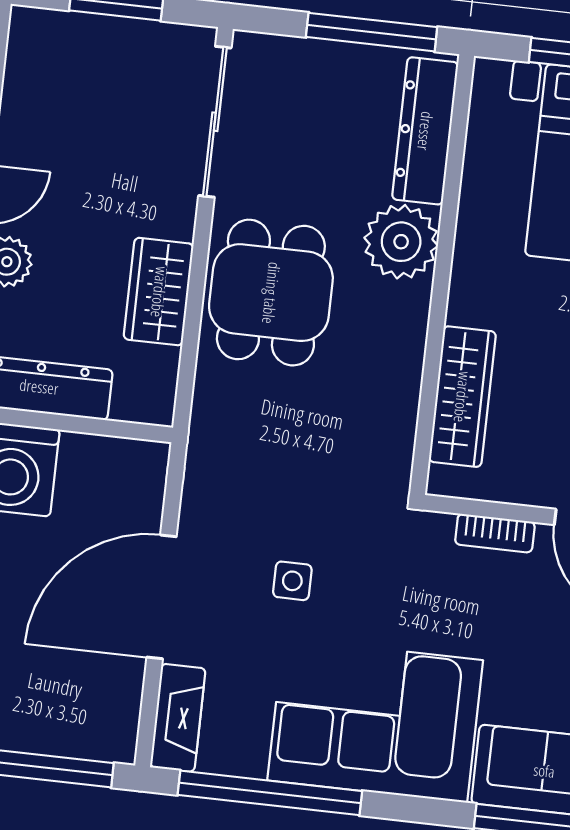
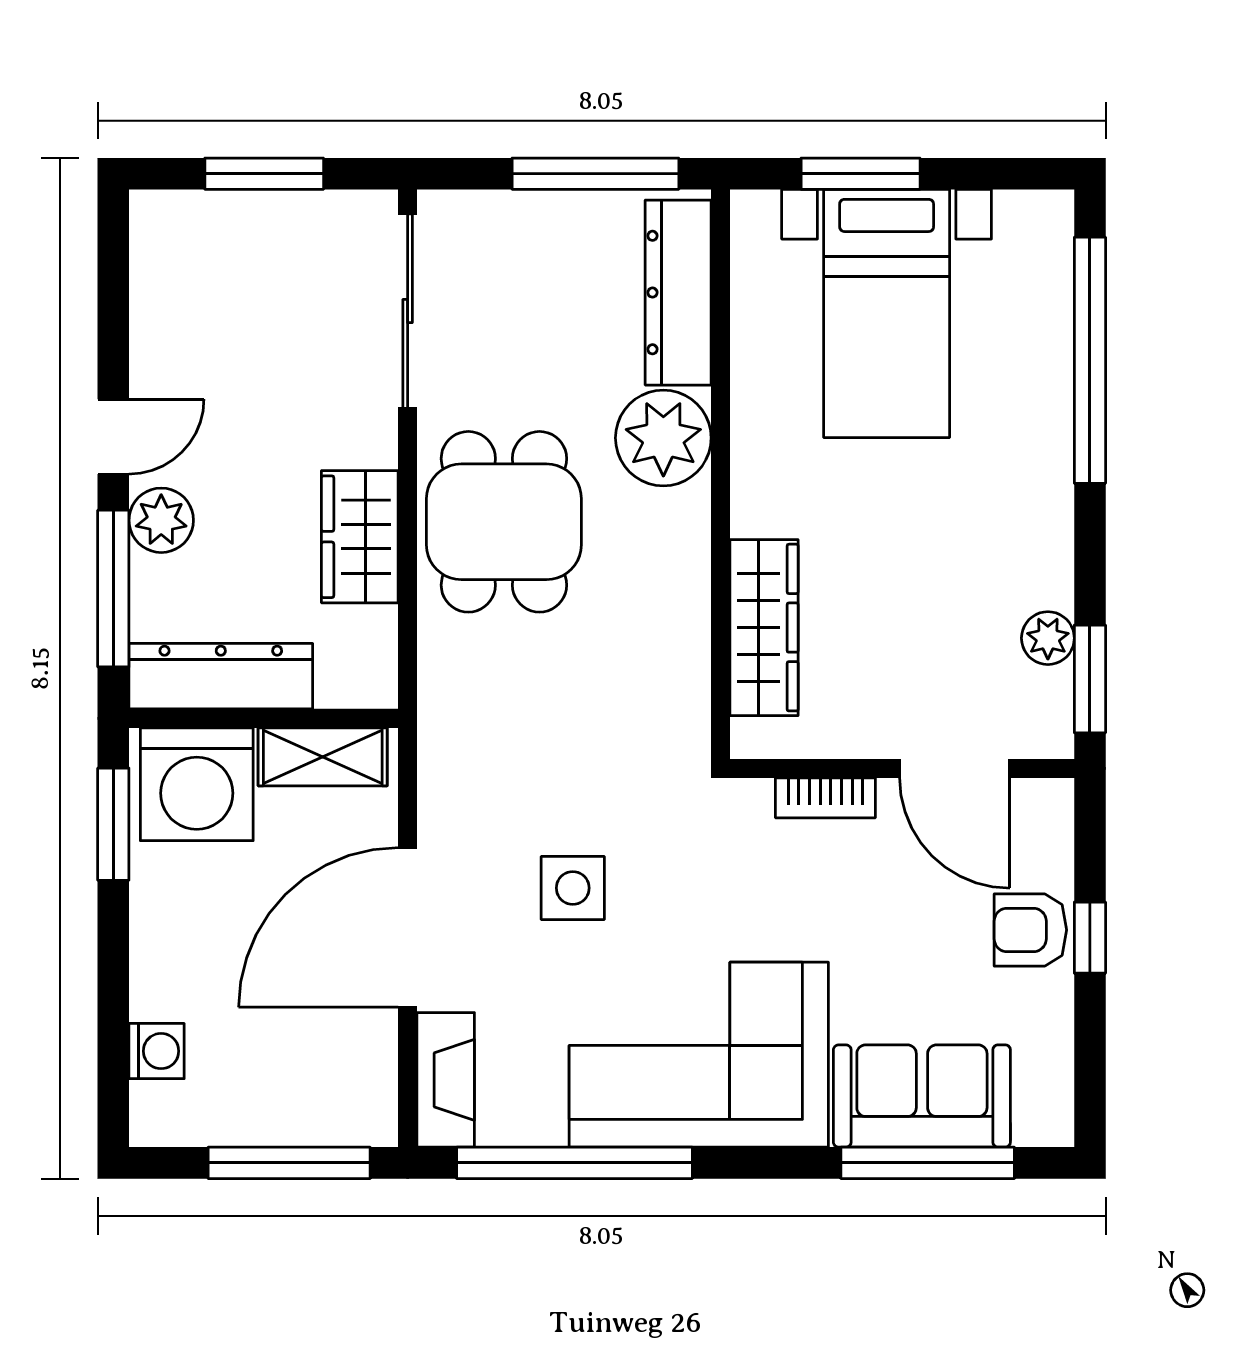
shelving: (111, 458) -> (323, 757), added
side table: (292, 581) -> (573, 888), width x1.37, depth x1.37

